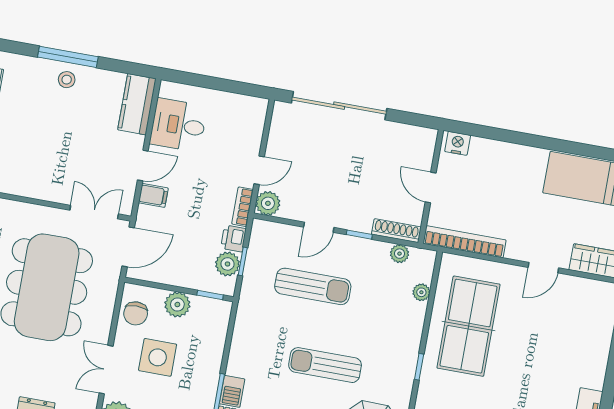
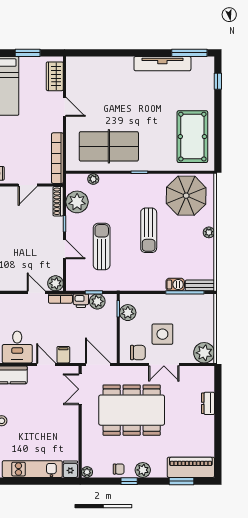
plant: (399, 254) -> (77, 202), width x1.87, depth x1.87
plant: (177, 305) -> (128, 313), moved
double door: (106, 370) -> (164, 364), moved

